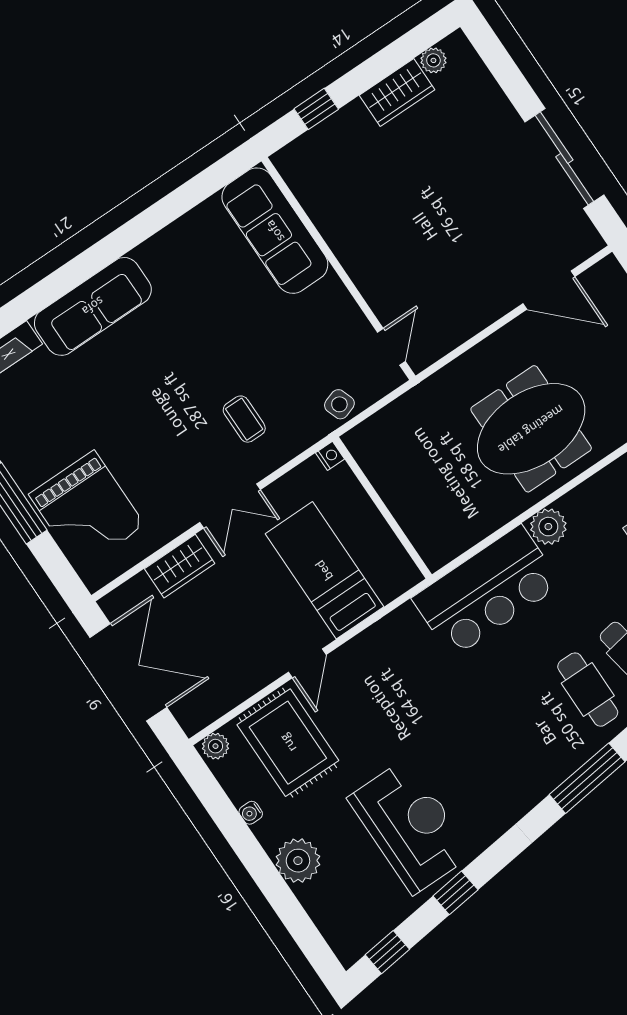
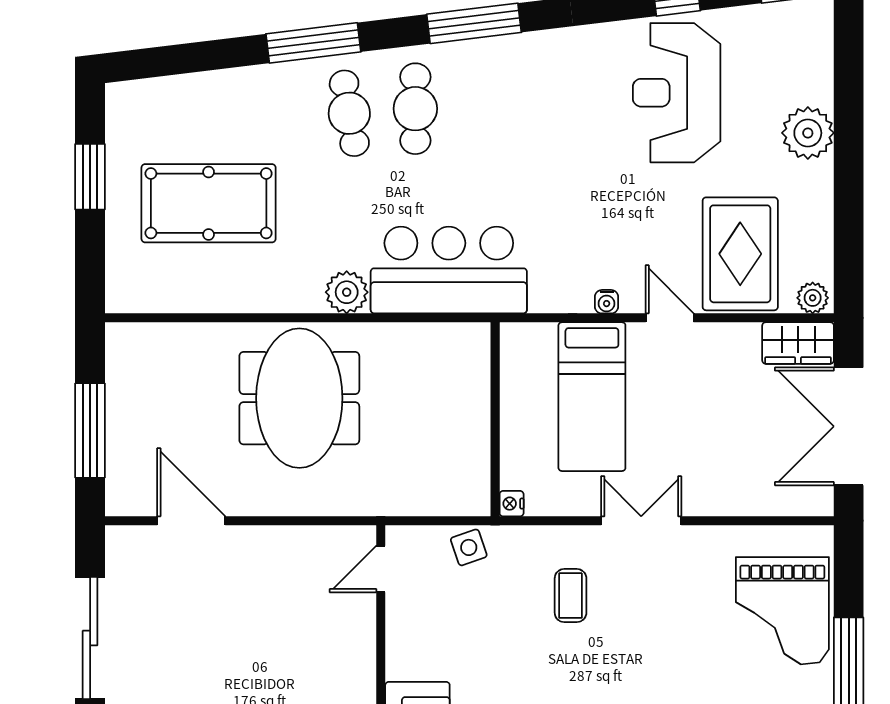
meeting table: (531, 429) -> (299, 398), turned 90
grand piano: (87, 510) -> (782, 611), turned 180
wardrobe: (180, 566) -> (798, 343), moved, turned 180
door: (307, 663) -> (670, 318), hinge flipped
water cooler: (251, 813) -> (607, 302), moved, turned 90

